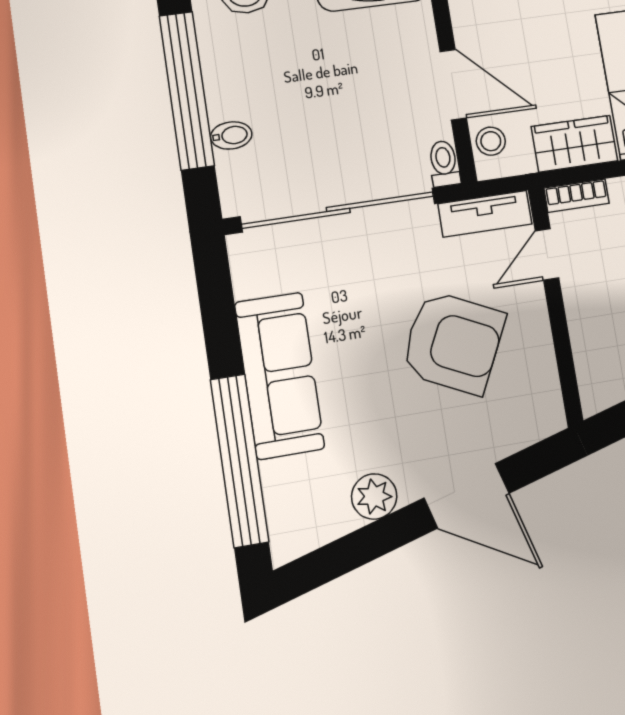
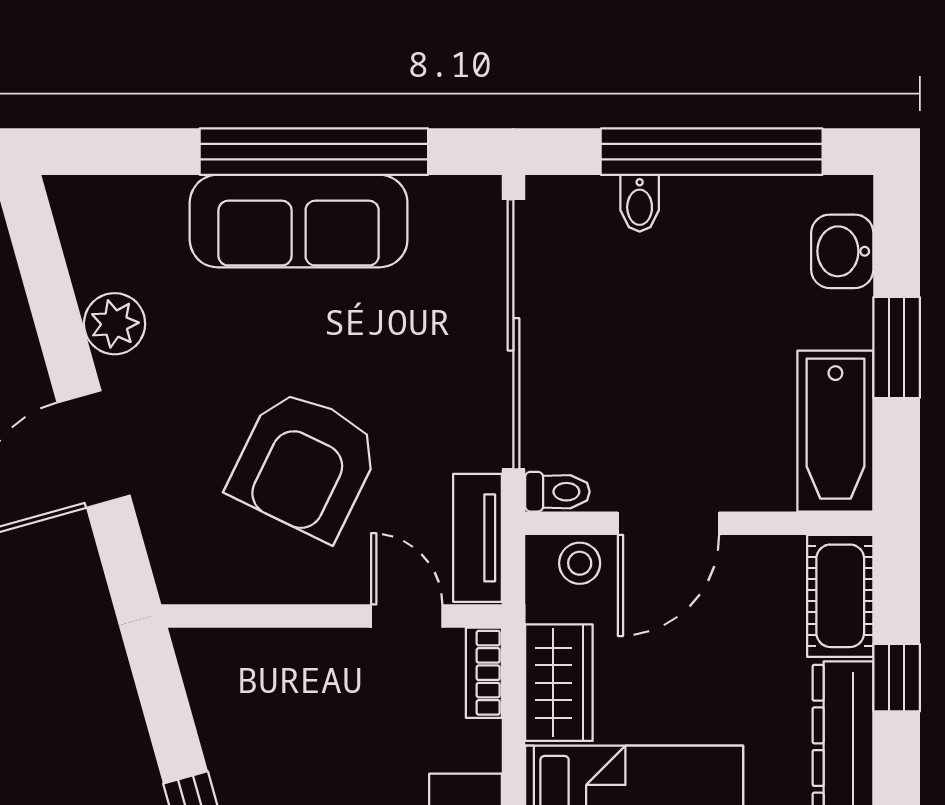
window: (239, 460) -> (314, 152), moved

